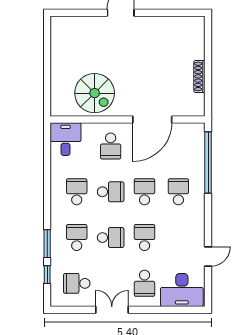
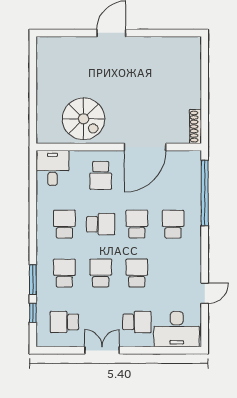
shoe rack: (199, 76) -> (196, 127), moved
school desk: (111, 238) -> (101, 273), turned -90
school desk: (145, 283) -> (137, 322), turned -90

